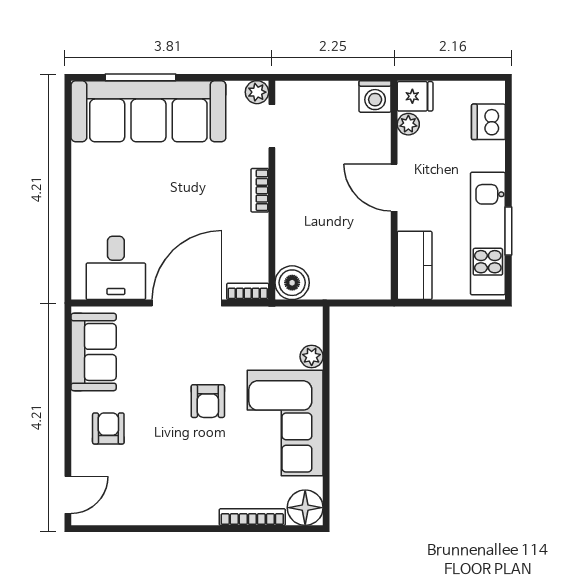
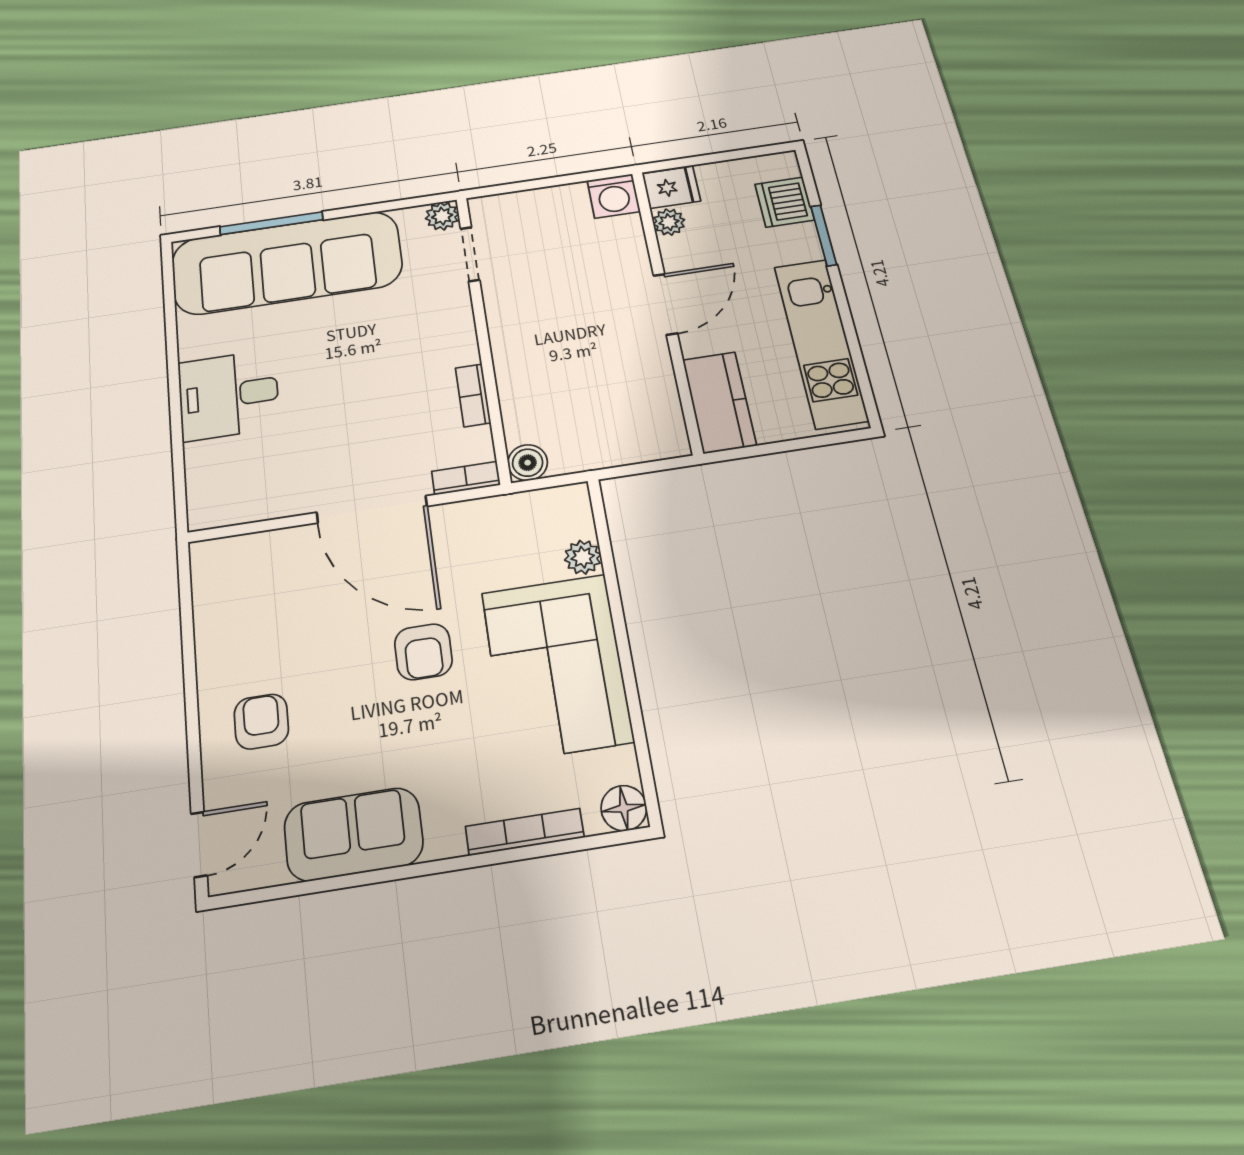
door: (394, 188) -> (665, 304), swing flipped
bookcase: (260, 190) -> (473, 395), moved
window: (508, 231) -> (824, 235), moved
desk: (116, 268) -> (229, 395), moved, turned 90
boiler: (292, 283) -> (528, 463), width x0.73, depth x0.73
door: (187, 303) -> (372, 509), swing flipped
sofa: (94, 352) -> (353, 834), moved, turned -90
floor lamp: (305, 508) -> (624, 808), width x0.73, depth x0.73

